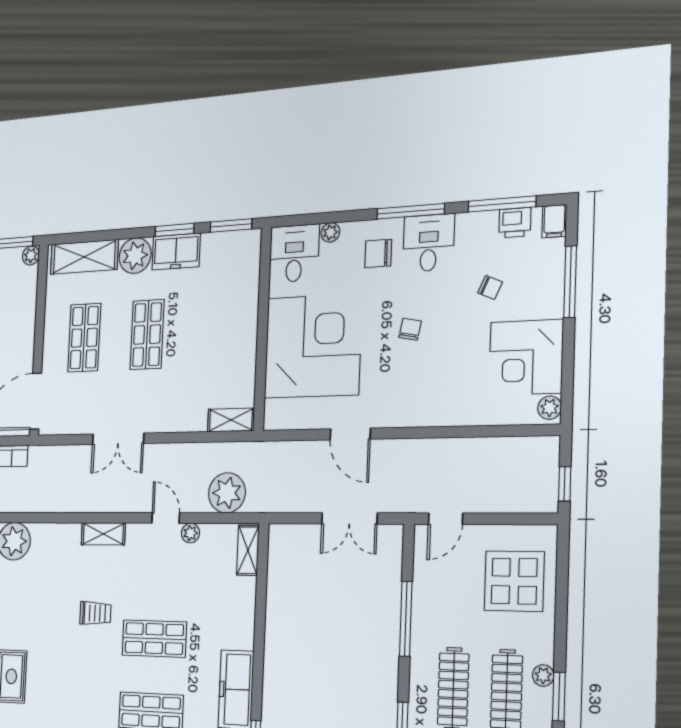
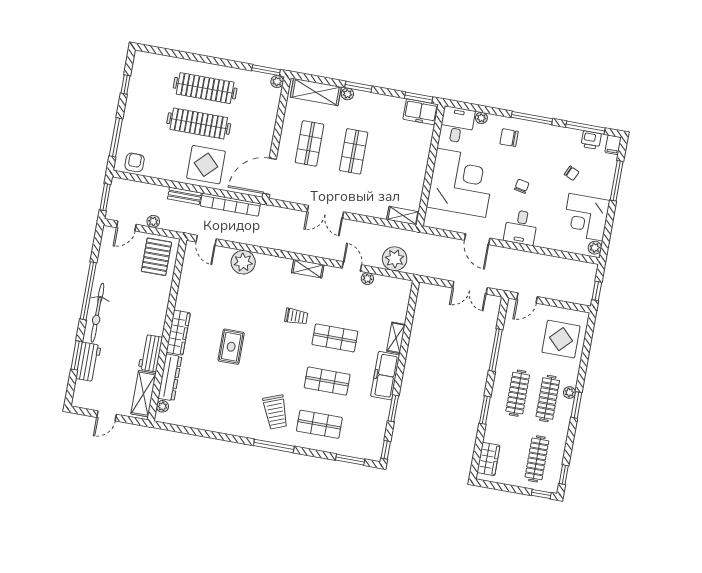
window: (174, 230) -> (358, 87), moved
desk: (429, 243) -> (521, 227), moved, turned 180
freezer: (176, 252) -> (421, 112), moved
plant: (135, 256) -> (347, 94), width x0.53, depth x0.53
shelving: (248, 550) -> (396, 338), moved

